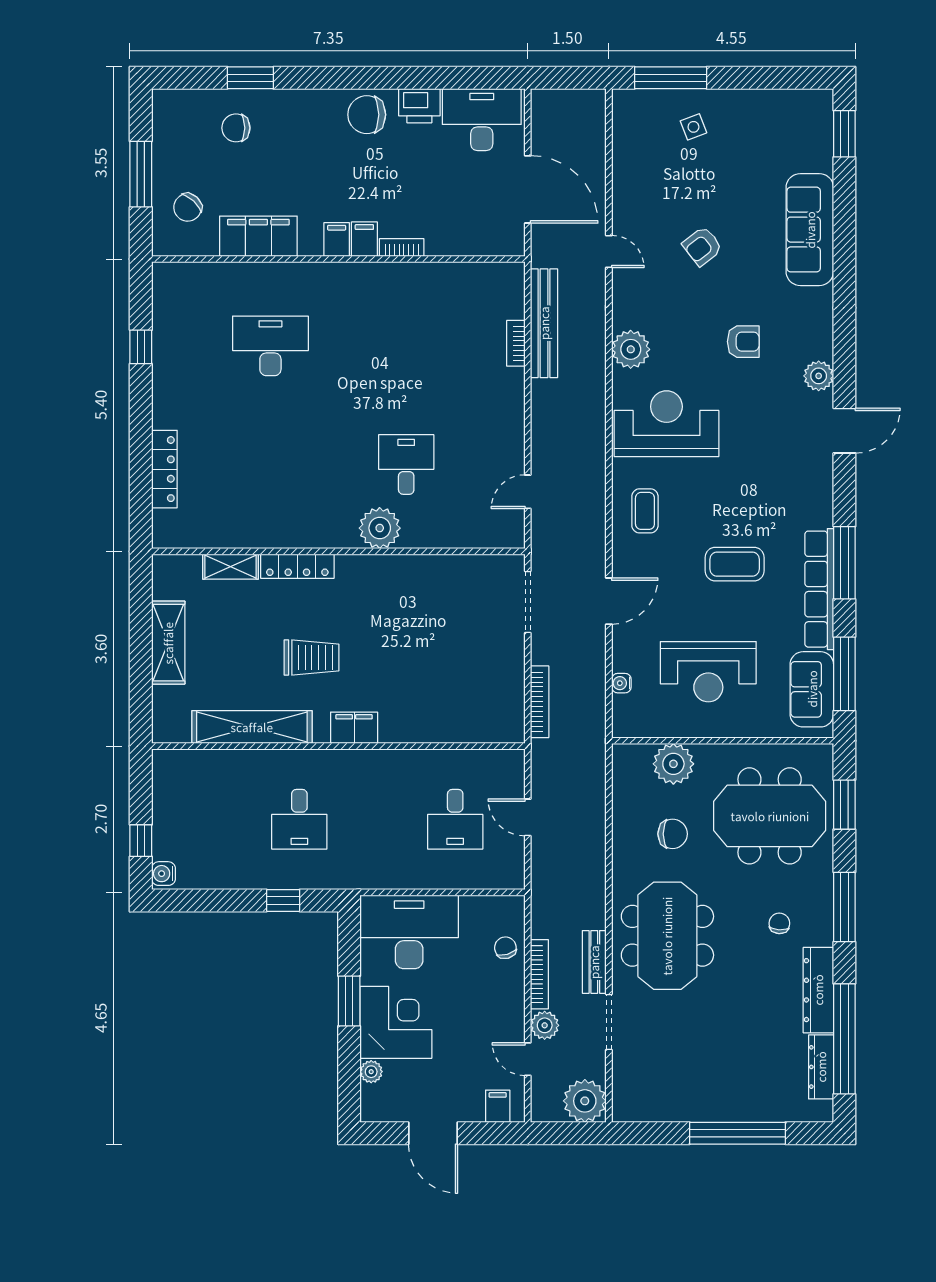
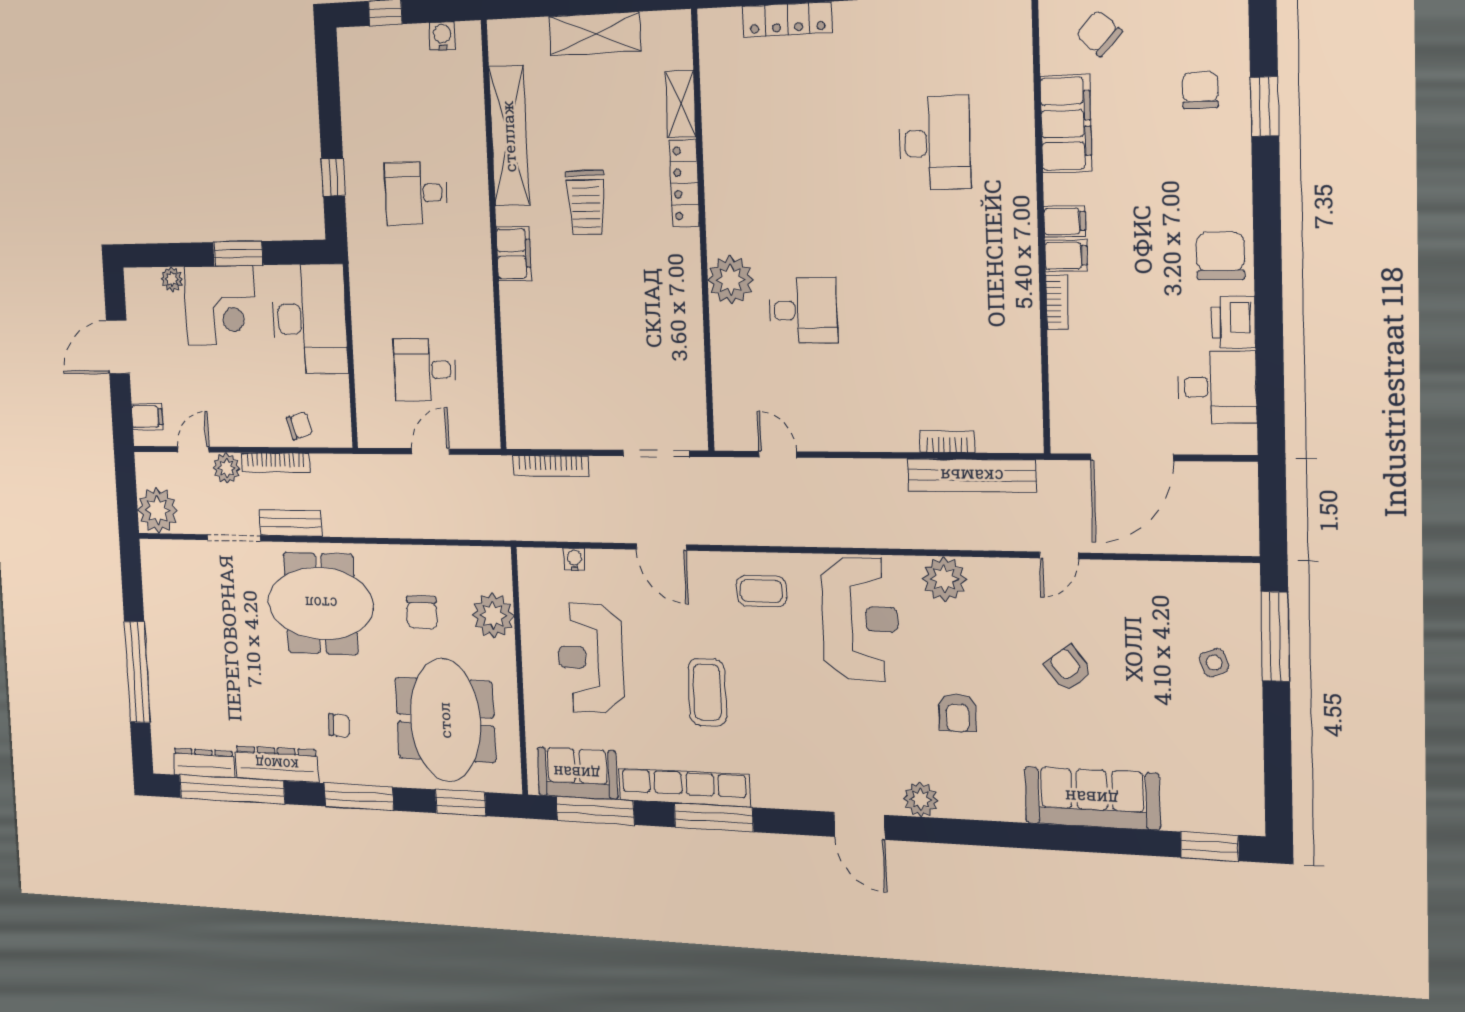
desk: (482, 120) -> (1217, 387), width x0.73
water cooler: (163, 874) -> (442, 36), moved

